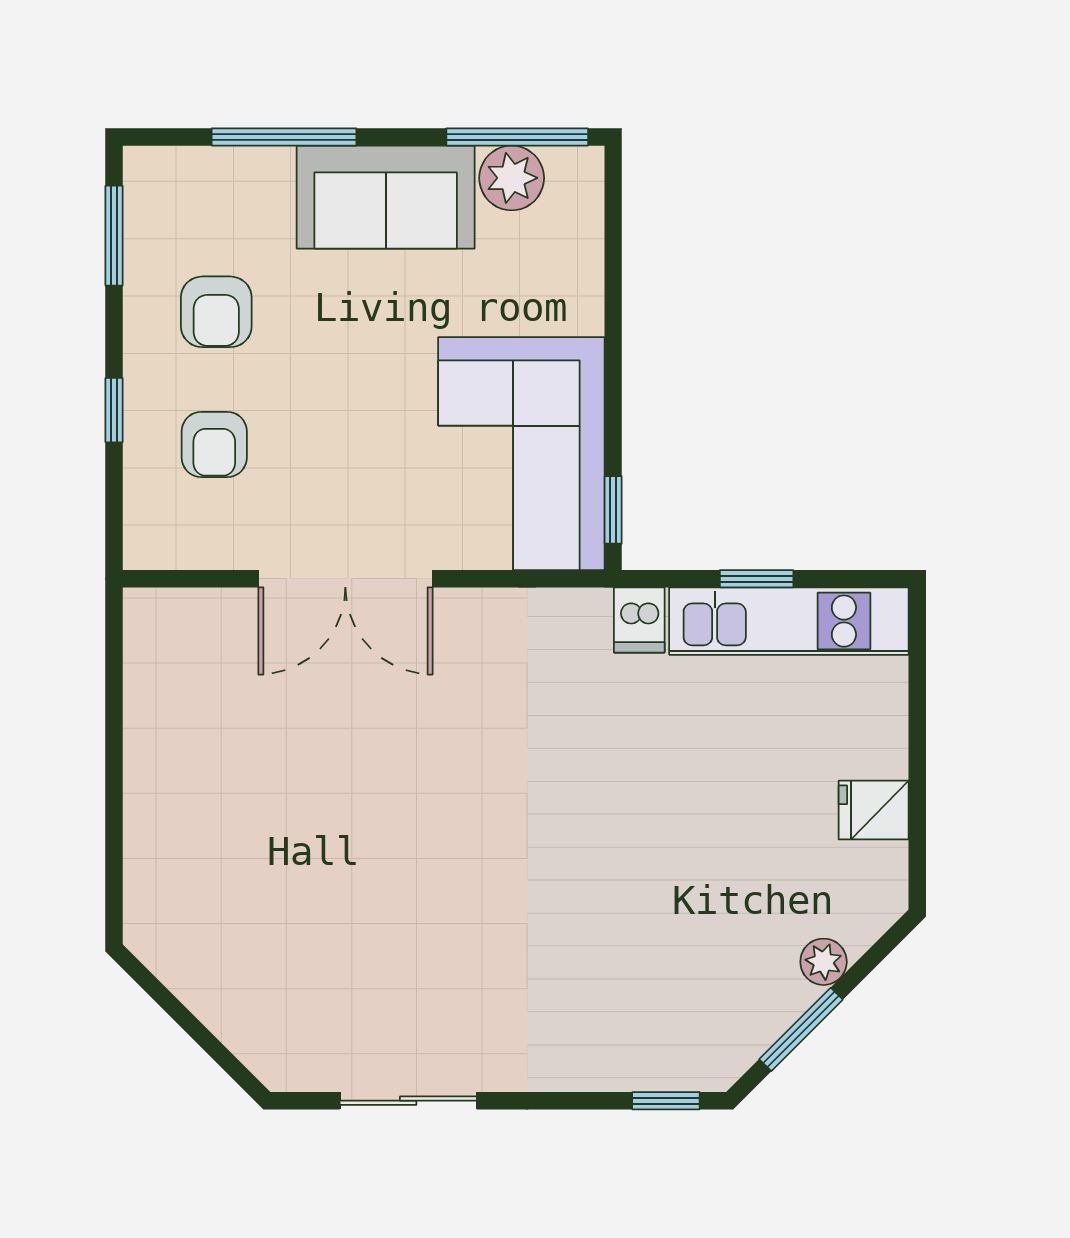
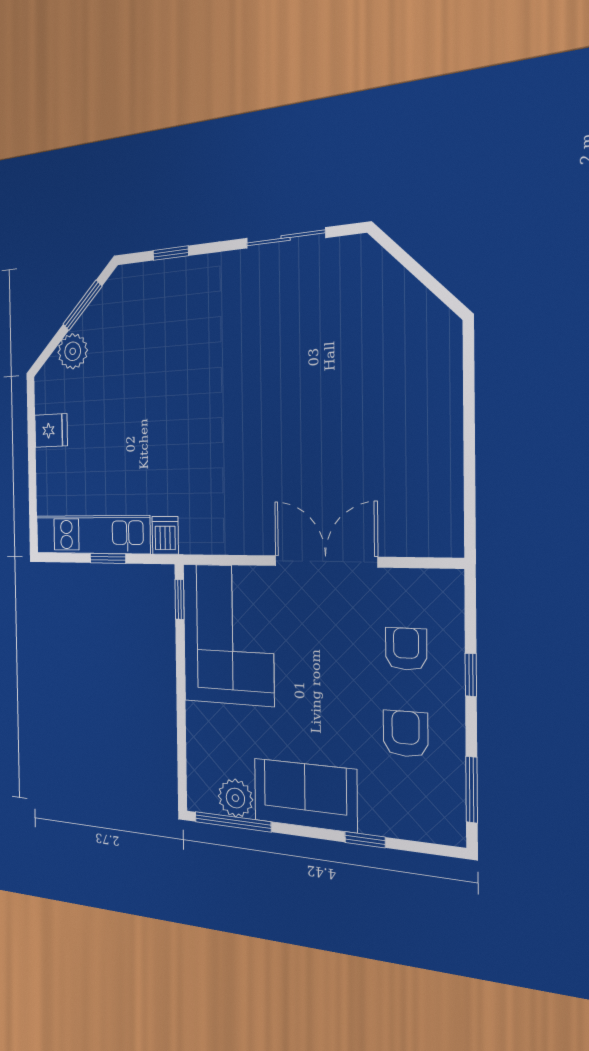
window: (284, 137) -> (365, 840), width x0.46
plant: (824, 962) -> (73, 351), width x1.38, depth x1.38
window: (666, 1101) -> (171, 253), moved

